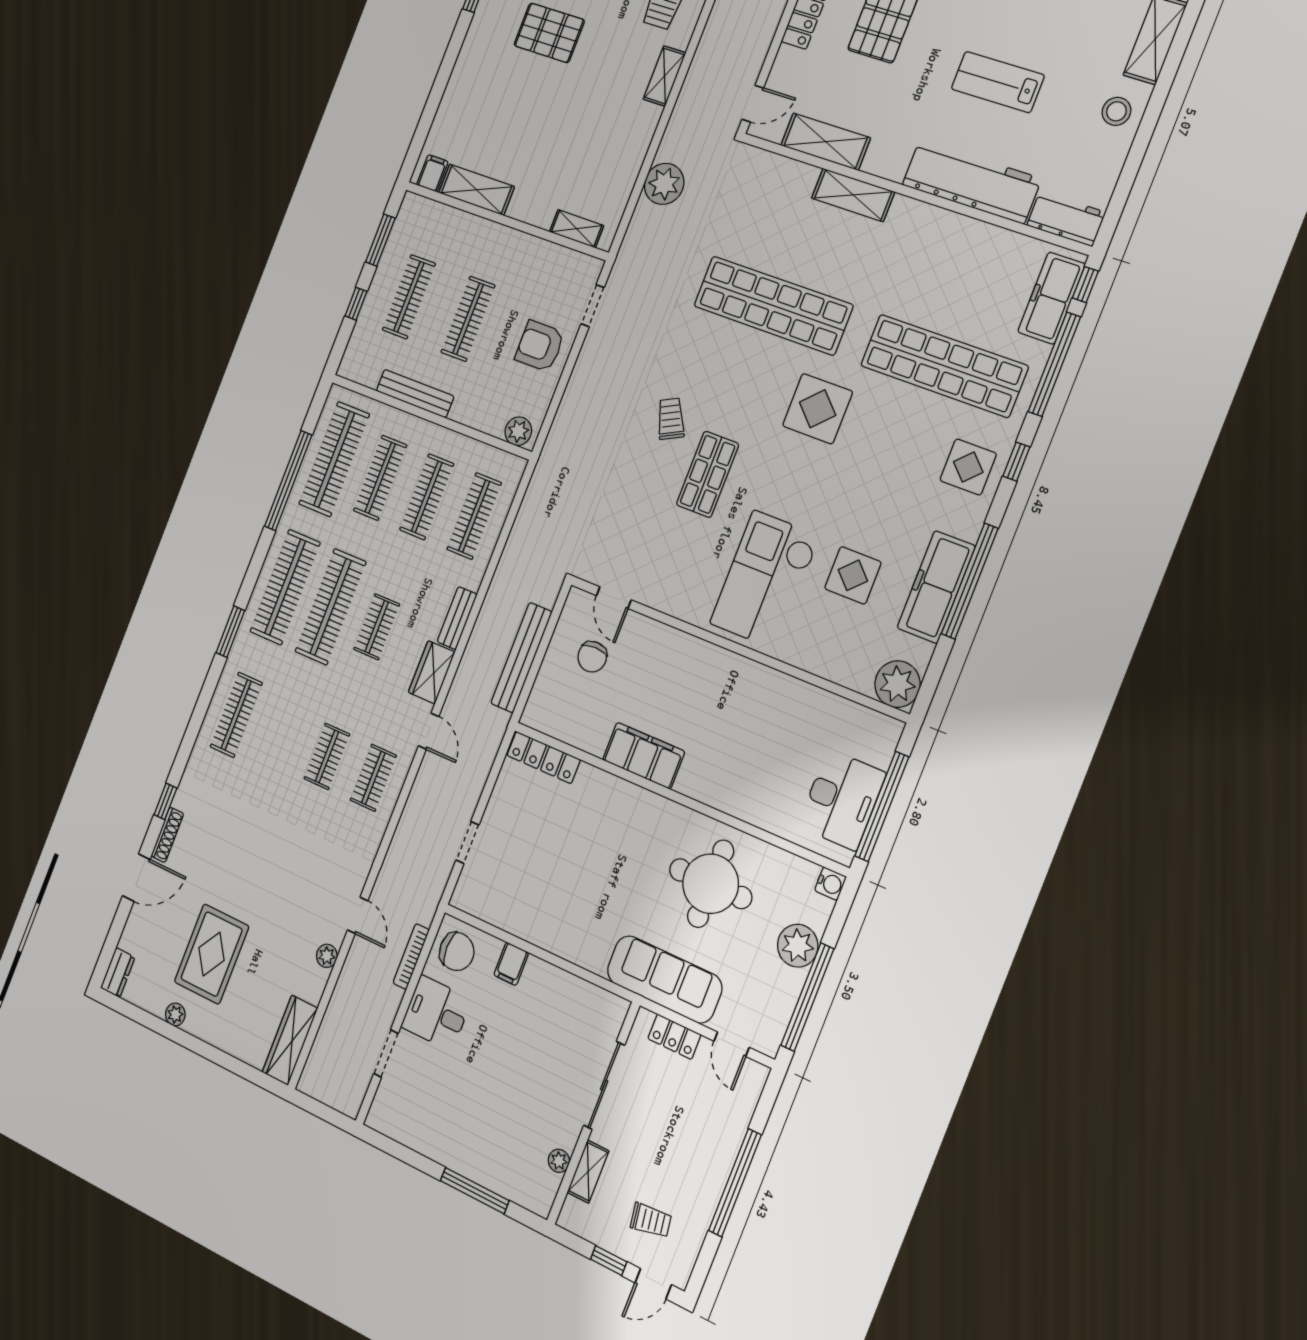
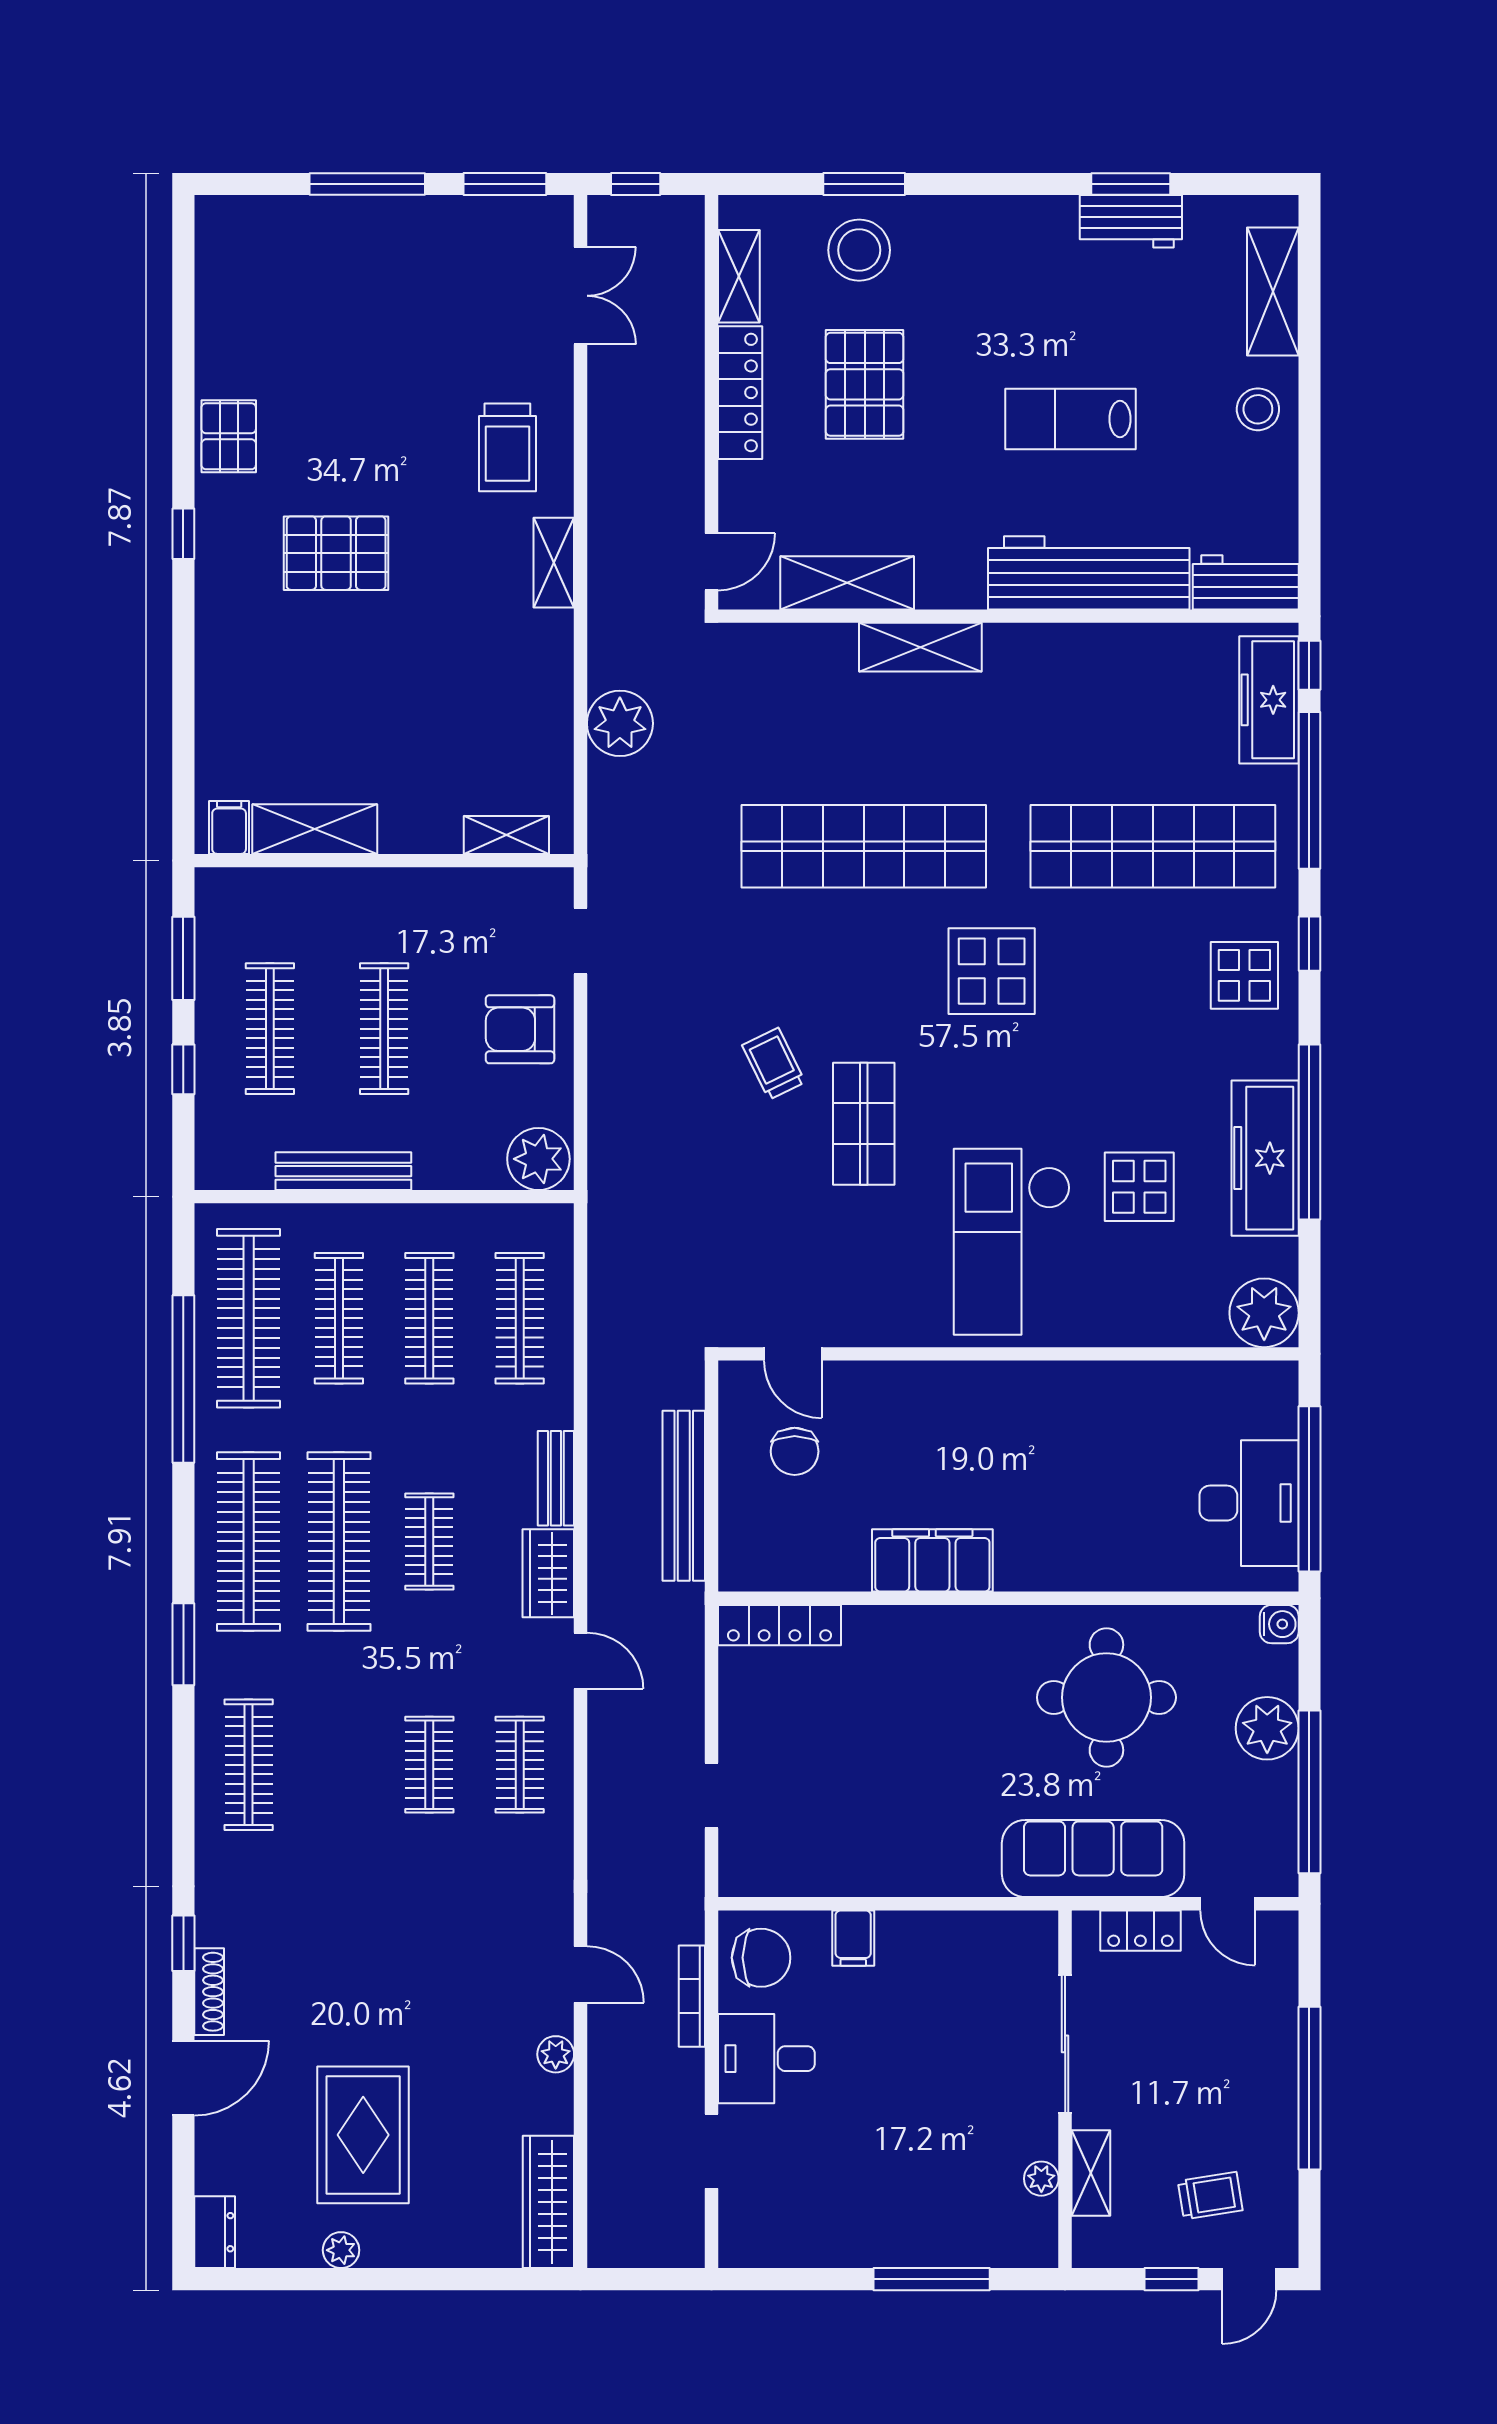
plant: (518, 431) -> (538, 1159), width x1.36, depth x1.36

